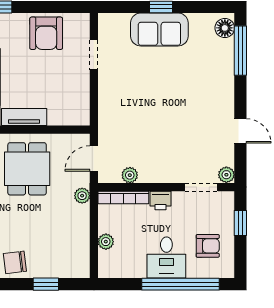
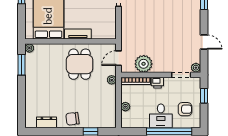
plant: (130, 175) -> (144, 64), width x1.87, depth x1.87

